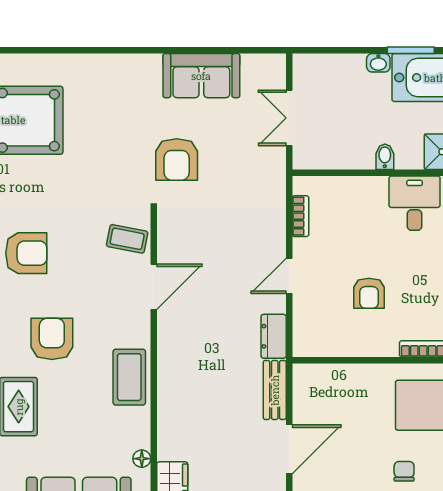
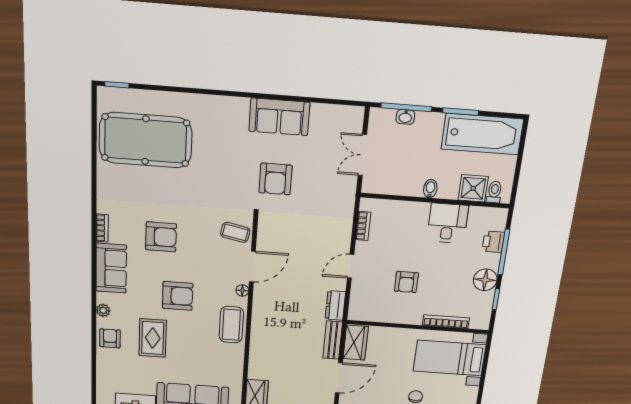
window: (340, 50) -> (406, 107), added
washbasin: (378, 63) -> (405, 117), moved
sofa: (201, 76) -> (279, 117), moved
armchair: (52, 339) -> (178, 296), turned 90
wardrobe: (308, 391) -> (356, 343), added
floor lamp: (142, 459) -> (242, 290), moved

